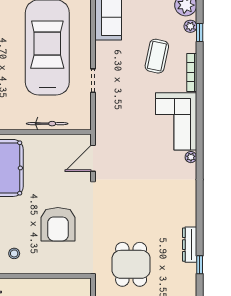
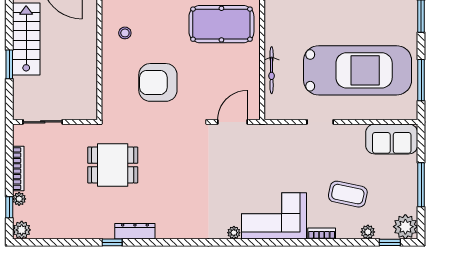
plant: (190, 26) -> (368, 232), moved
window: (200, 32) -> (390, 242), moved
bookcase: (192, 72) -> (322, 233), width x0.64
door: (93, 158) -> (233, 122), hinge flipped

